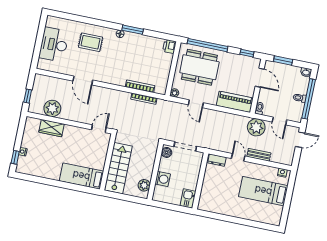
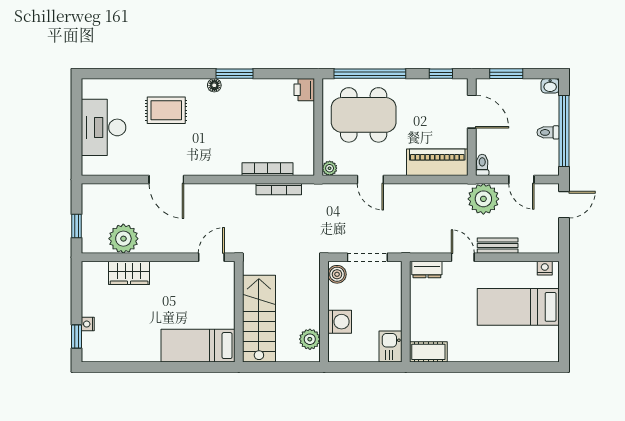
cot: (208, 206) -> (428, 352), added

